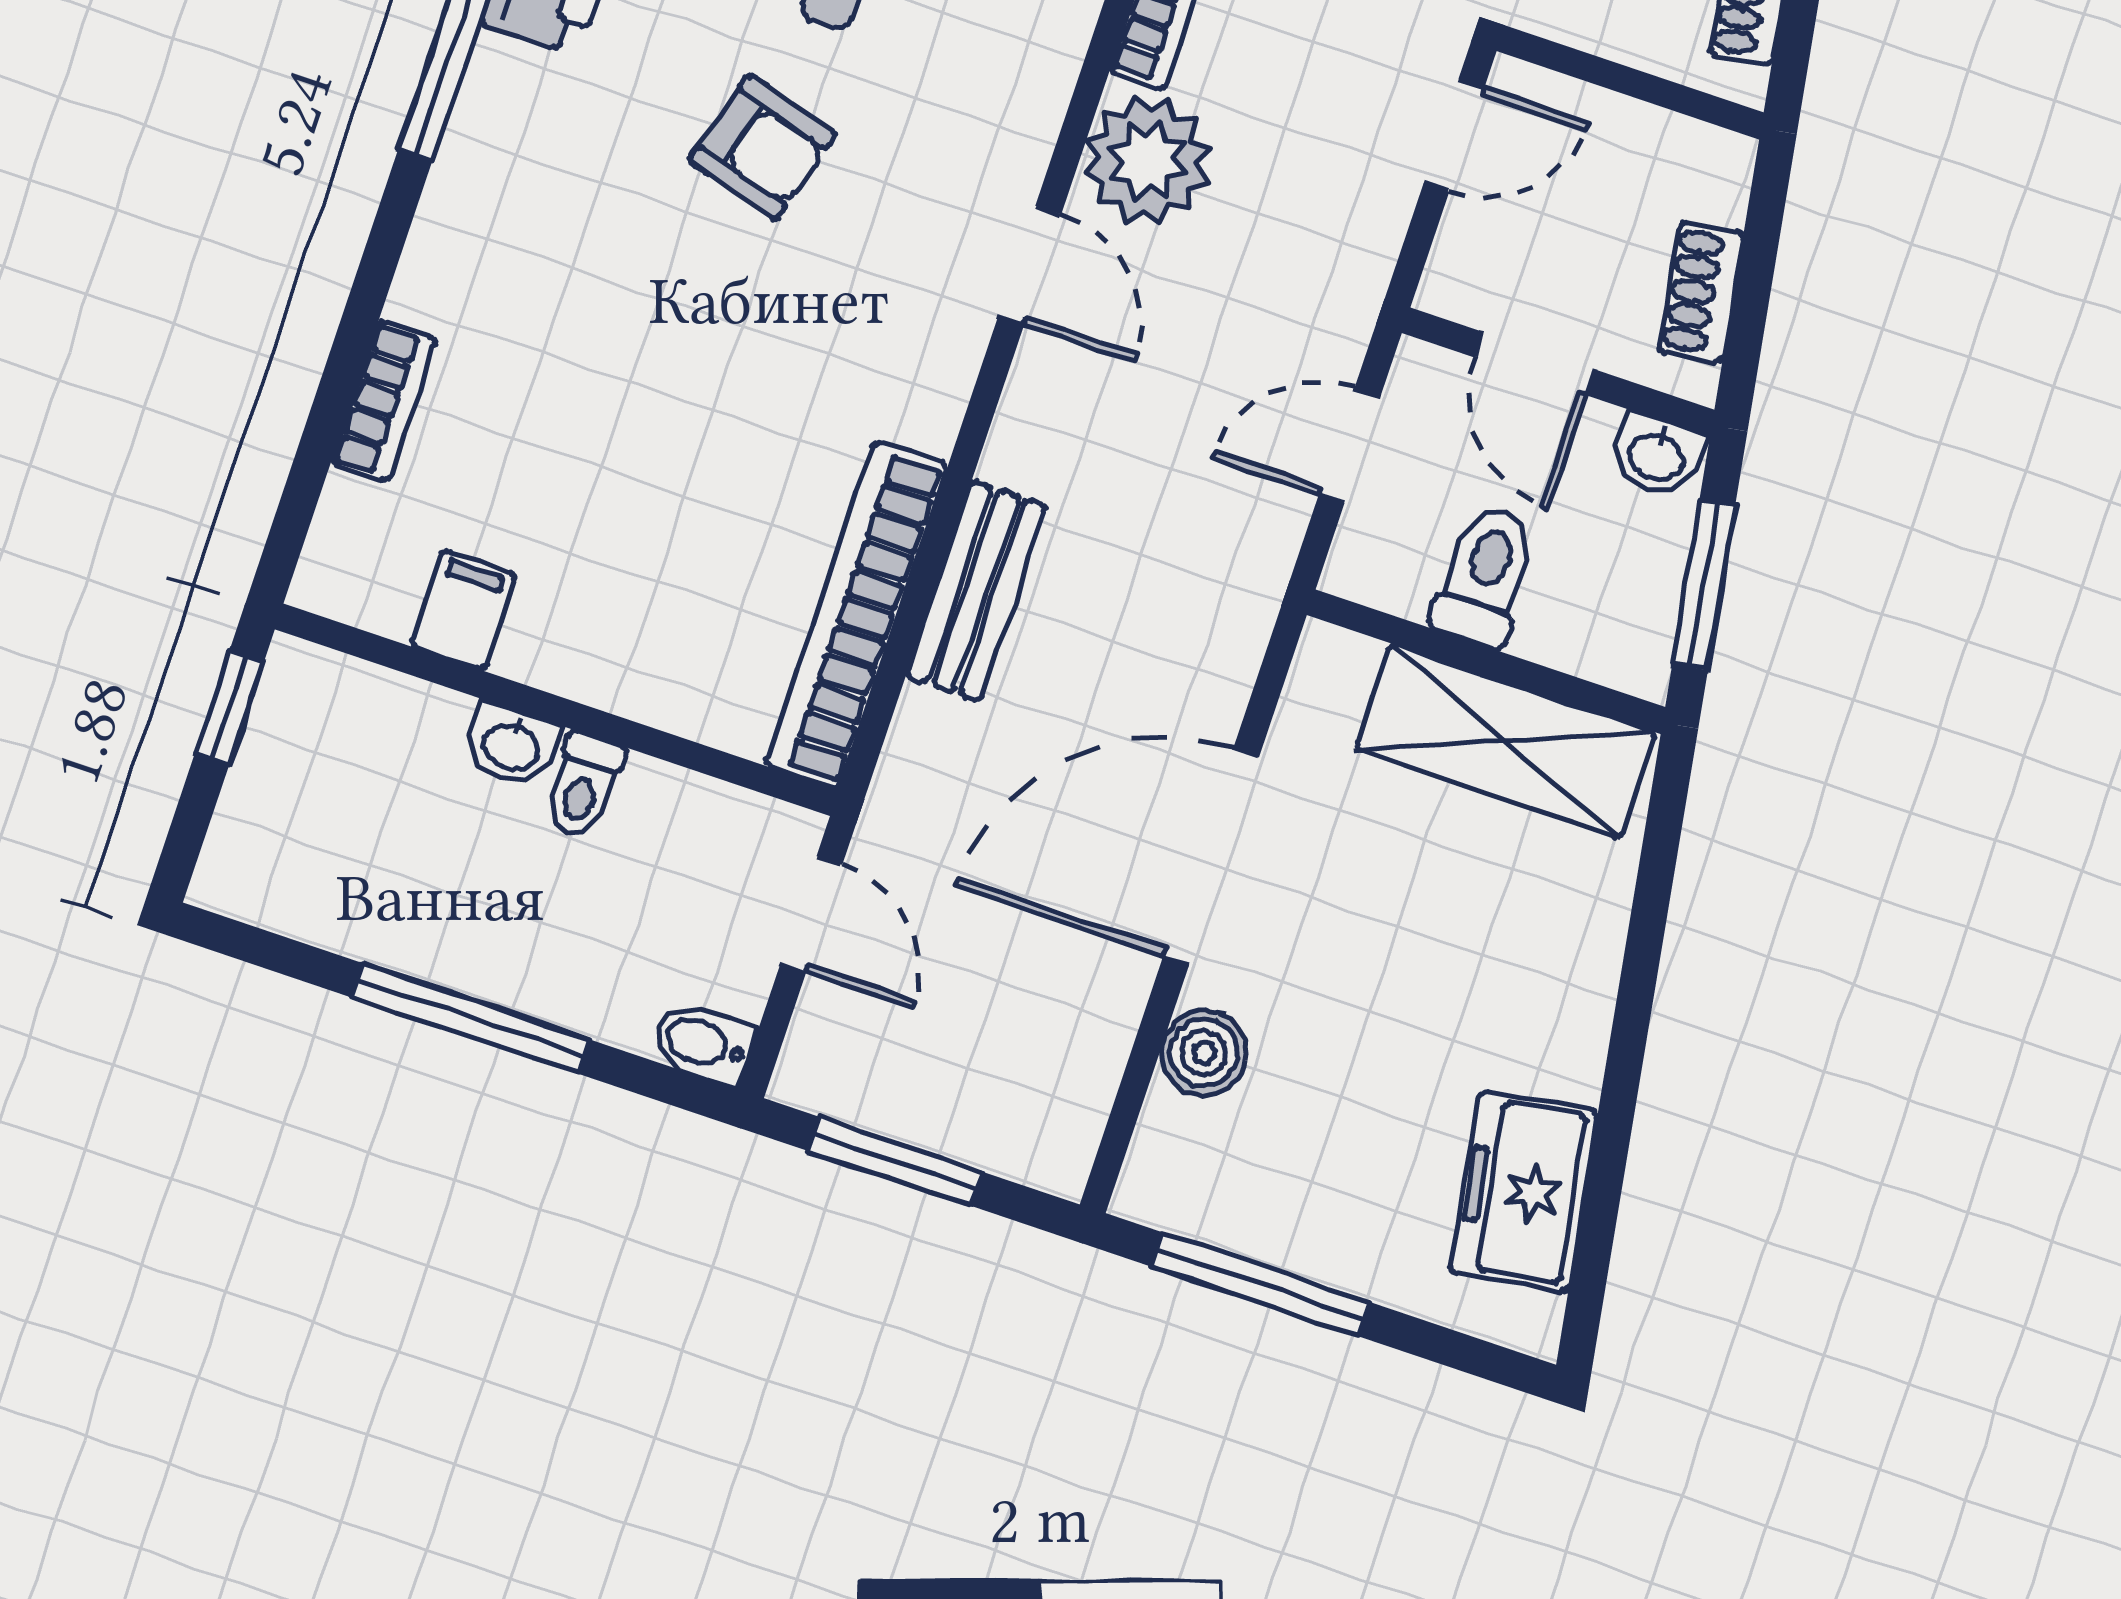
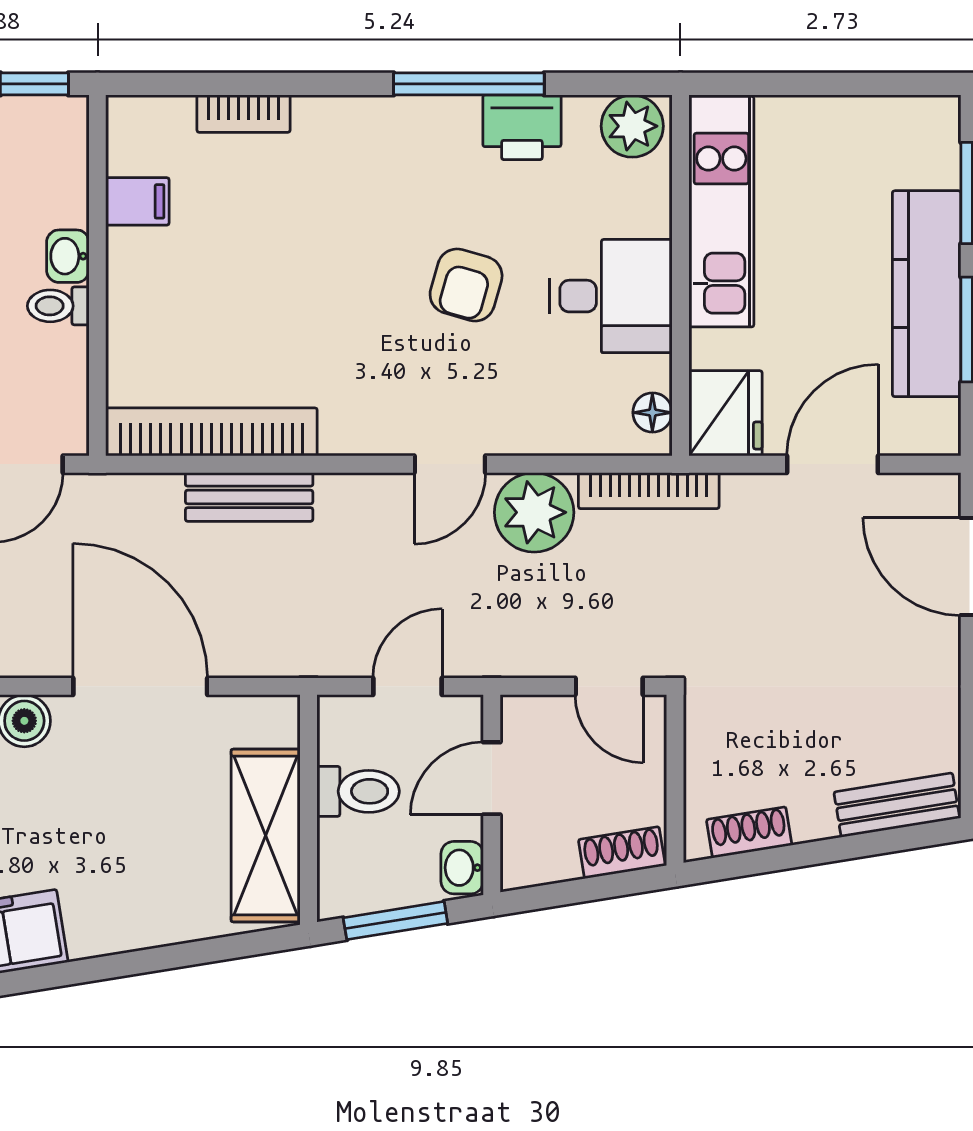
shoe rack: (1701, 293) -> (622, 853), moved
door: (1350, 446) -> (407, 686), hinge flipped

